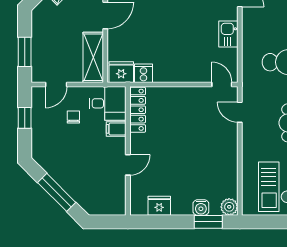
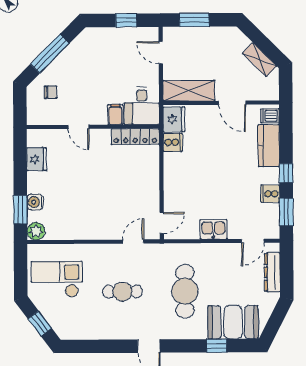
chair: (73, 117) -> (51, 92), moved

